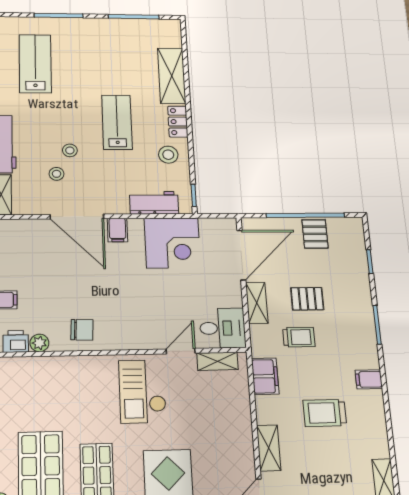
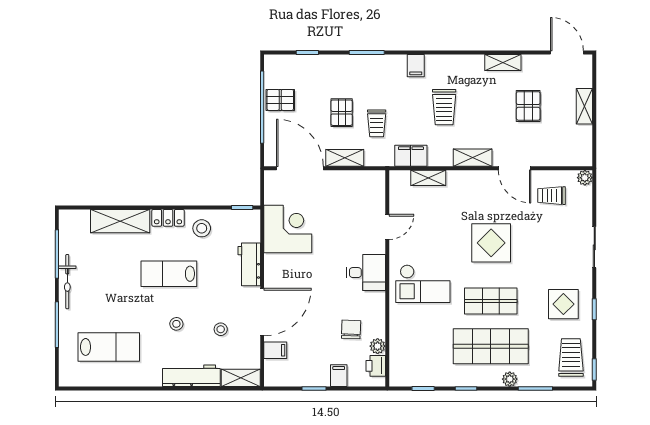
bicycle: (105, 26) -> (67, 282), added
lab bench: (35, 64) -> (109, 347), turned 180
stool: (70, 150) -> (176, 324), moved
workbench: (154, 203) -> (249, 264), moved
filing cabinet: (117, 230) -> (275, 350), moved
desk: (223, 328) -> (366, 273), moved, turned 90
chair: (82, 330) -> (351, 329), moved
trolley: (299, 337) -> (377, 123), turned 180
door: (181, 351) -> (387, 227), swing flipped
shelving: (217, 361) -> (428, 178), moved, turned 90
checkout: (142, 391) -> (423, 284), moved

